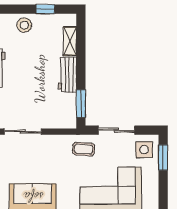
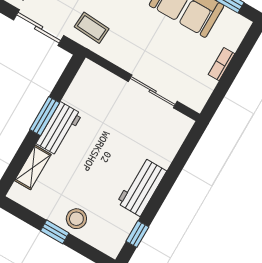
window: (45, 9) -> (55, 232), moved
window: (81, 104) -> (45, 116), moved

